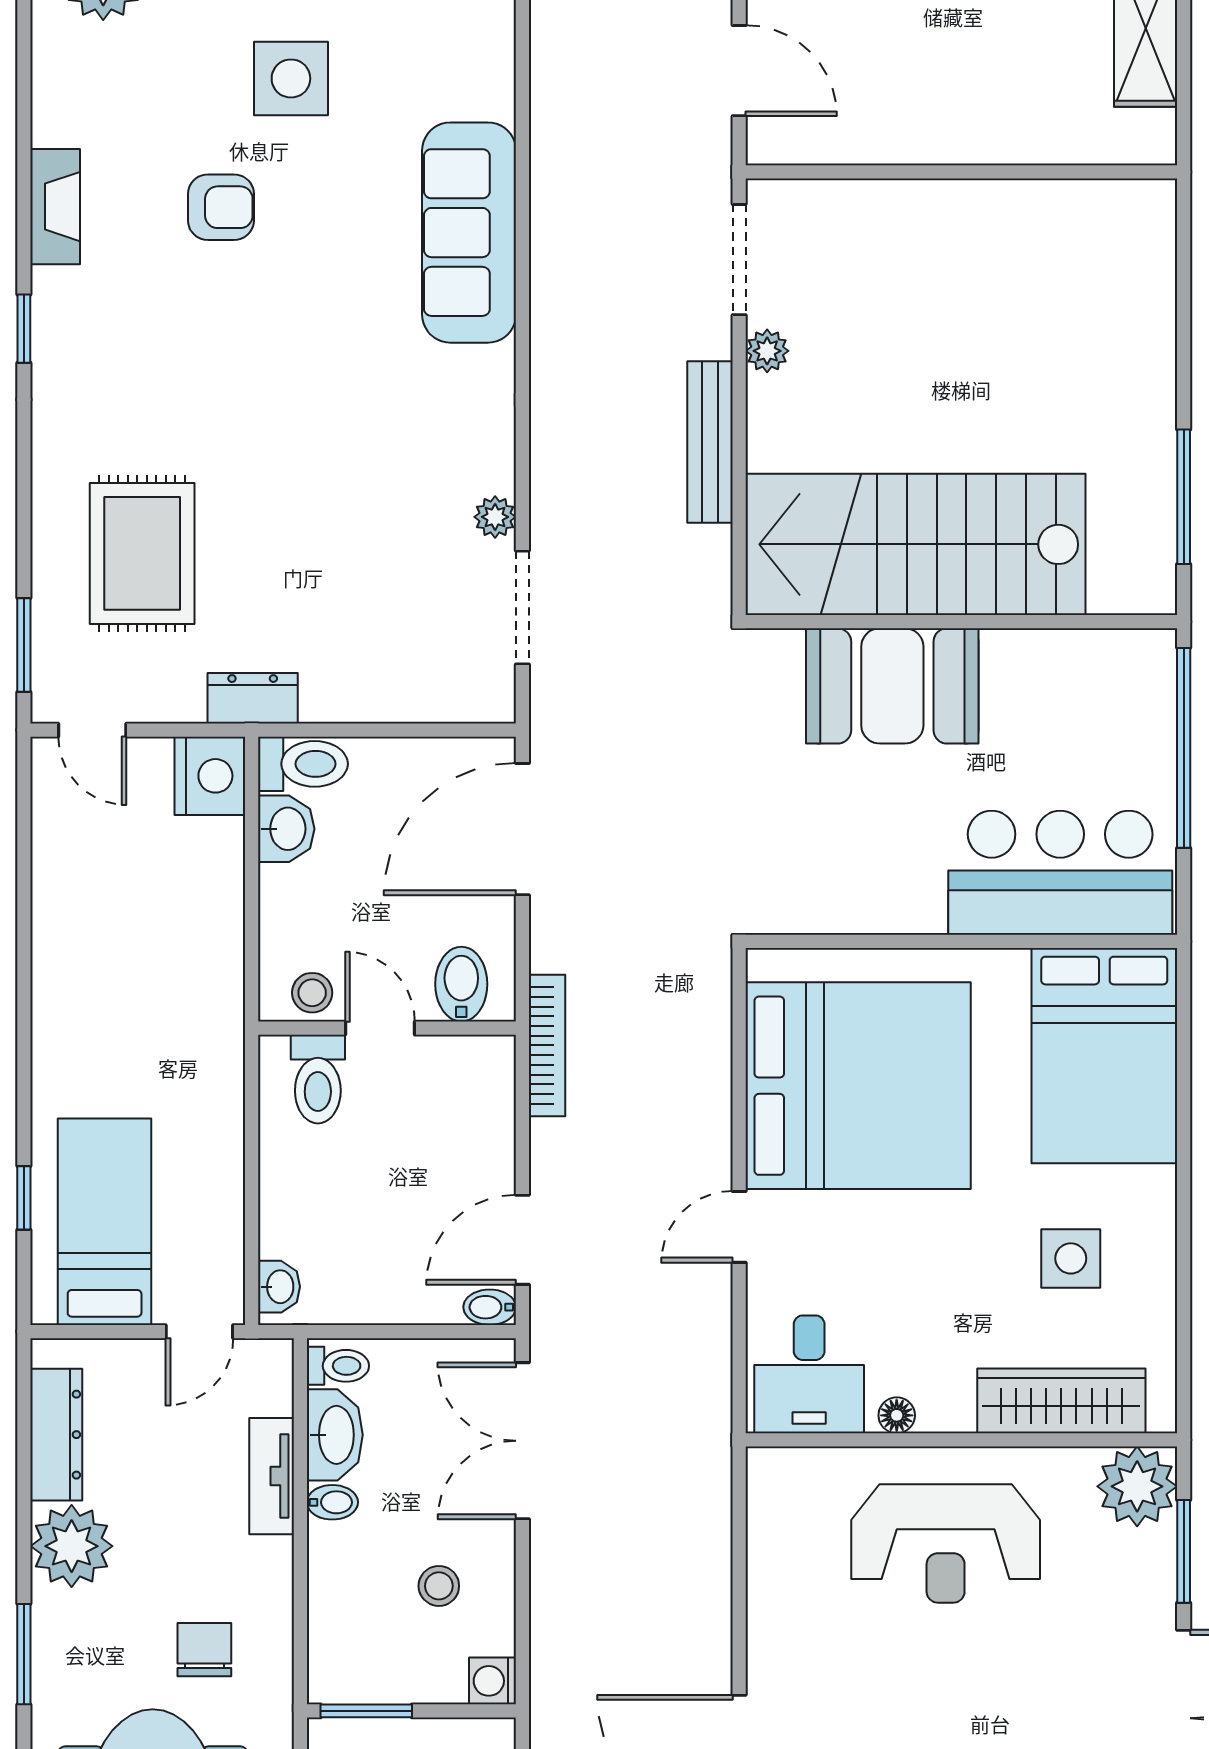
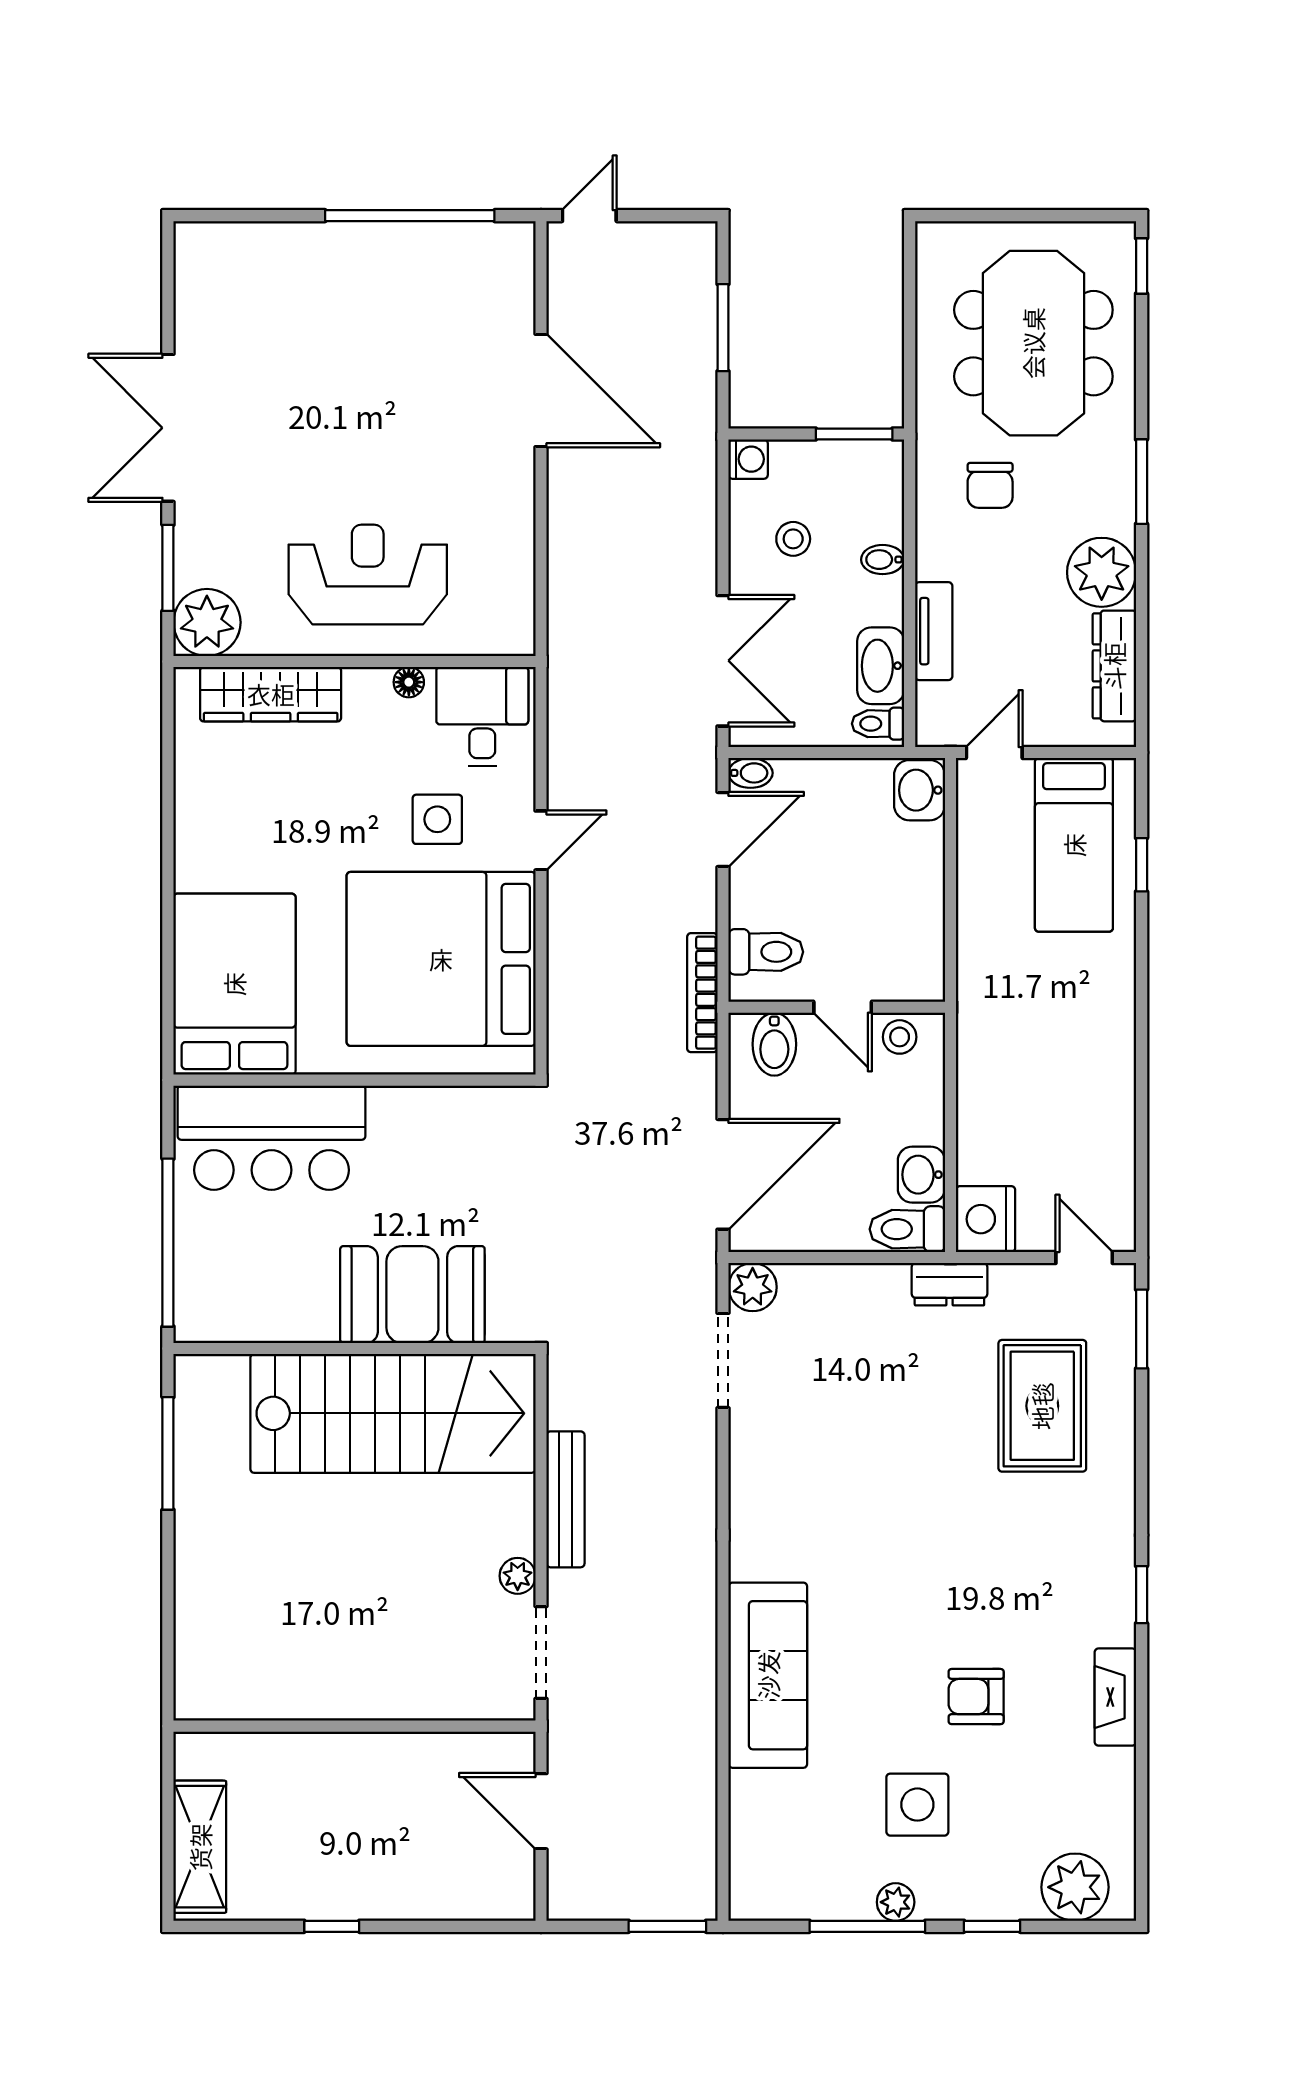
plant: (495, 517) -> (753, 1287), moved, width x1.38, depth x1.38
toilet: (318, 1079) -> (766, 952), moved, turned 90
side table: (1071, 1258) -> (437, 819), moved
washbasin: (279, 1287) -> (920, 790), width x1.38, depth x1.45
bidet: (332, 1502) -> (883, 560), moved

